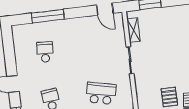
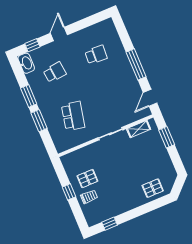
window: (48, 16) -> (136, 64), moved

